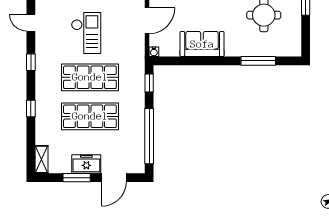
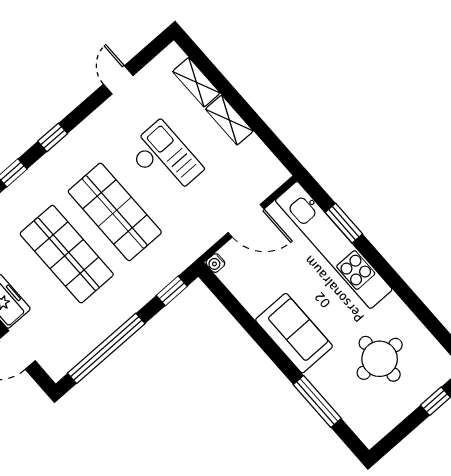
checkout: (86, 33) -> (165, 159), turned -90
sofa: (202, 44) -> (294, 333), moved
window: (31, 62) -> (53, 137), moved

